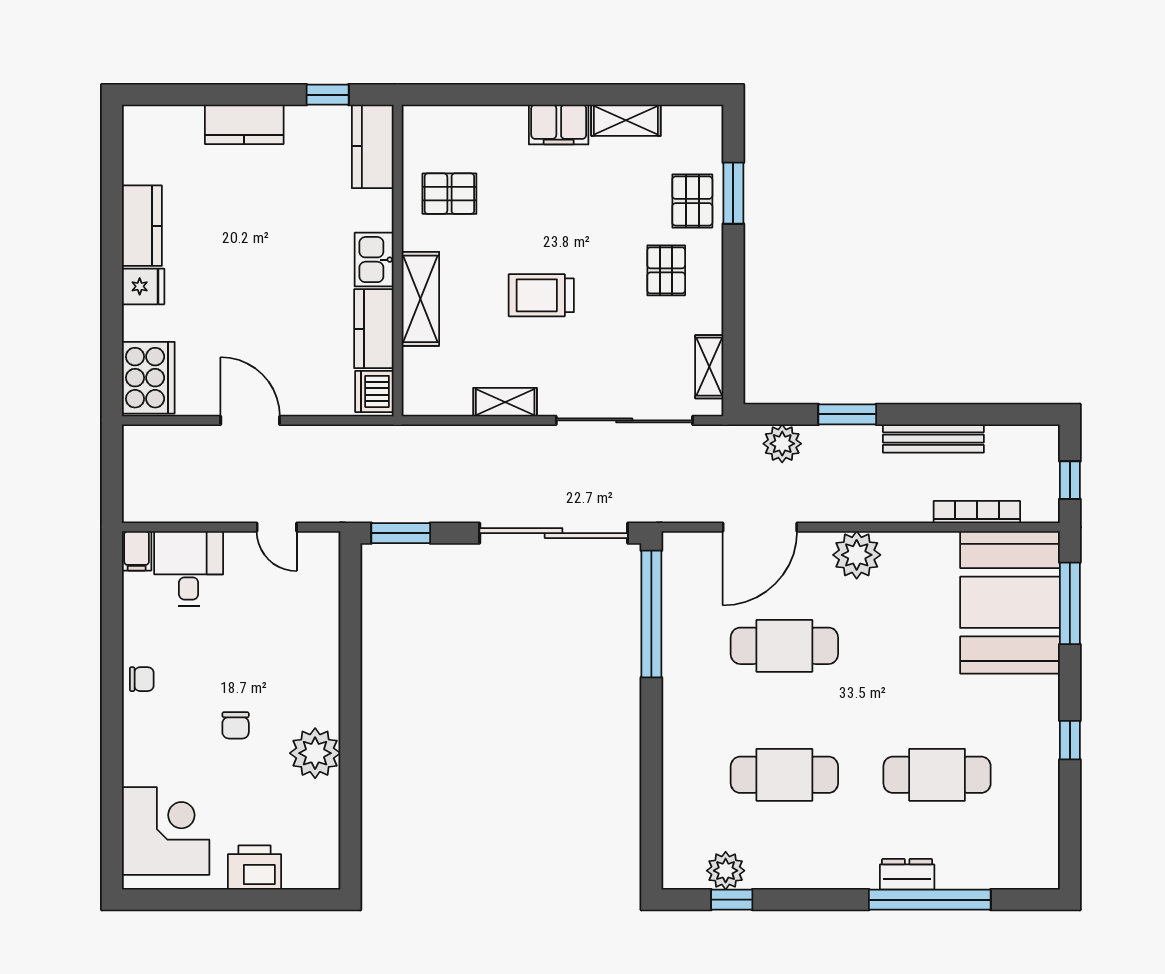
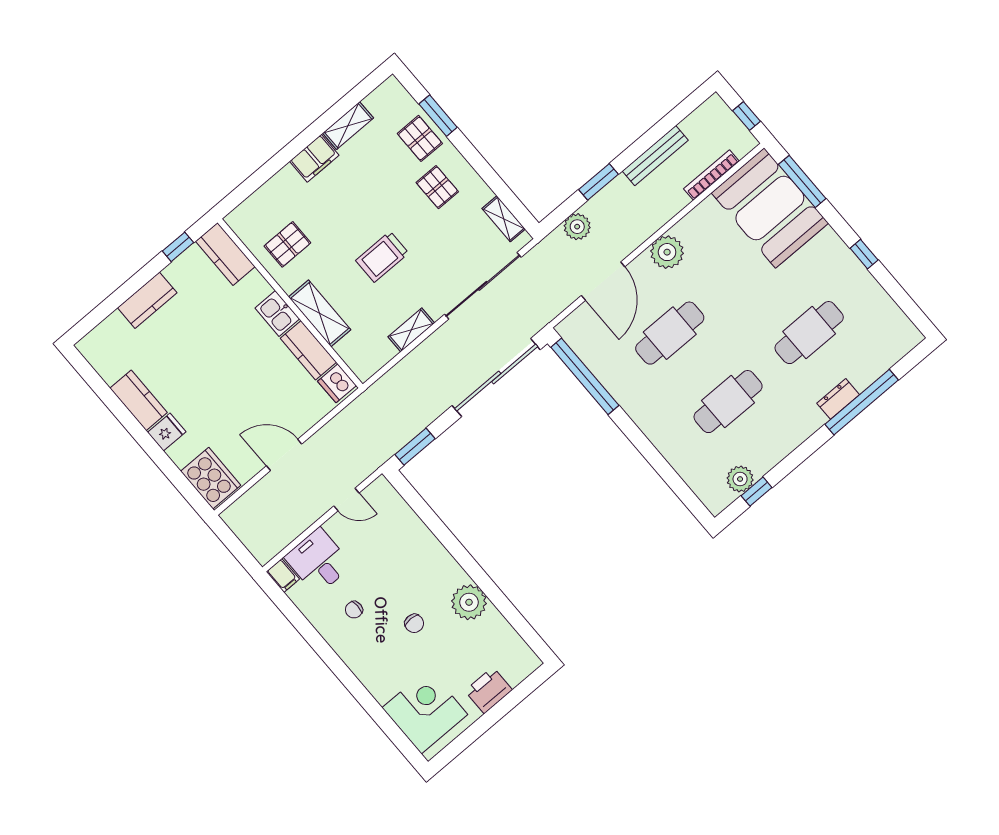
chair: (142, 679) -> (354, 610), moved, turned 180

